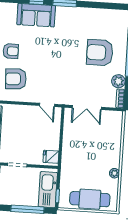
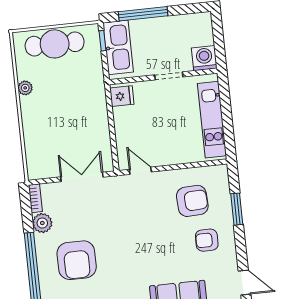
armchair: (100, 53) -> (77, 260), turned 90

